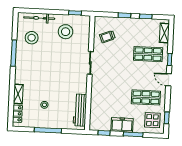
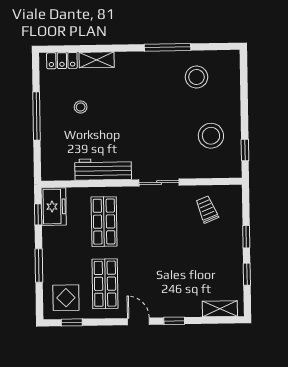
bicycle: (39, 18) -> (232, 88), removed
shop shelf: (148, 54) -> (104, 222), moved
door: (169, 80) -> (138, 321), hinge flipped
workbench: (80, 110) -> (103, 169), moved
freezer: (122, 125) -> (54, 207), moved

